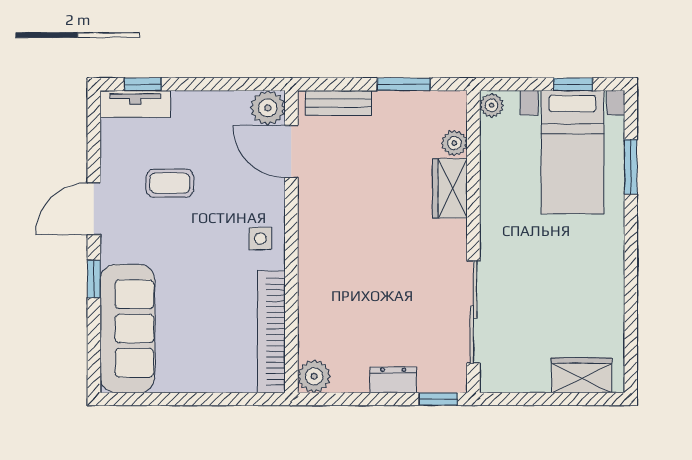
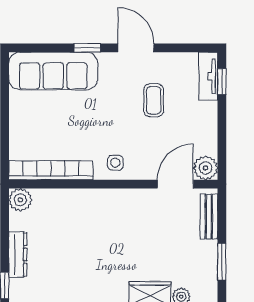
dresser: (393, 380) -> (18, 254), width x1.44

